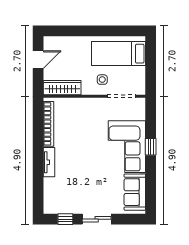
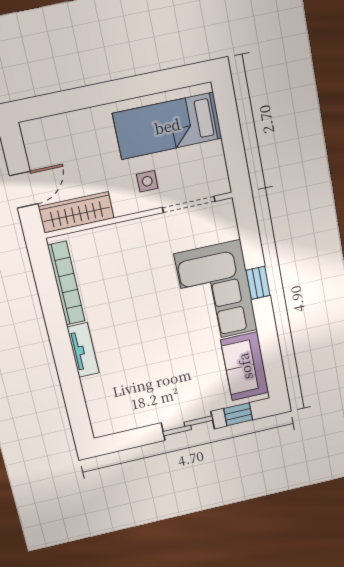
door: (38, 60) -> (24, 190), moved
window: (65, 219) -> (238, 414), moved

